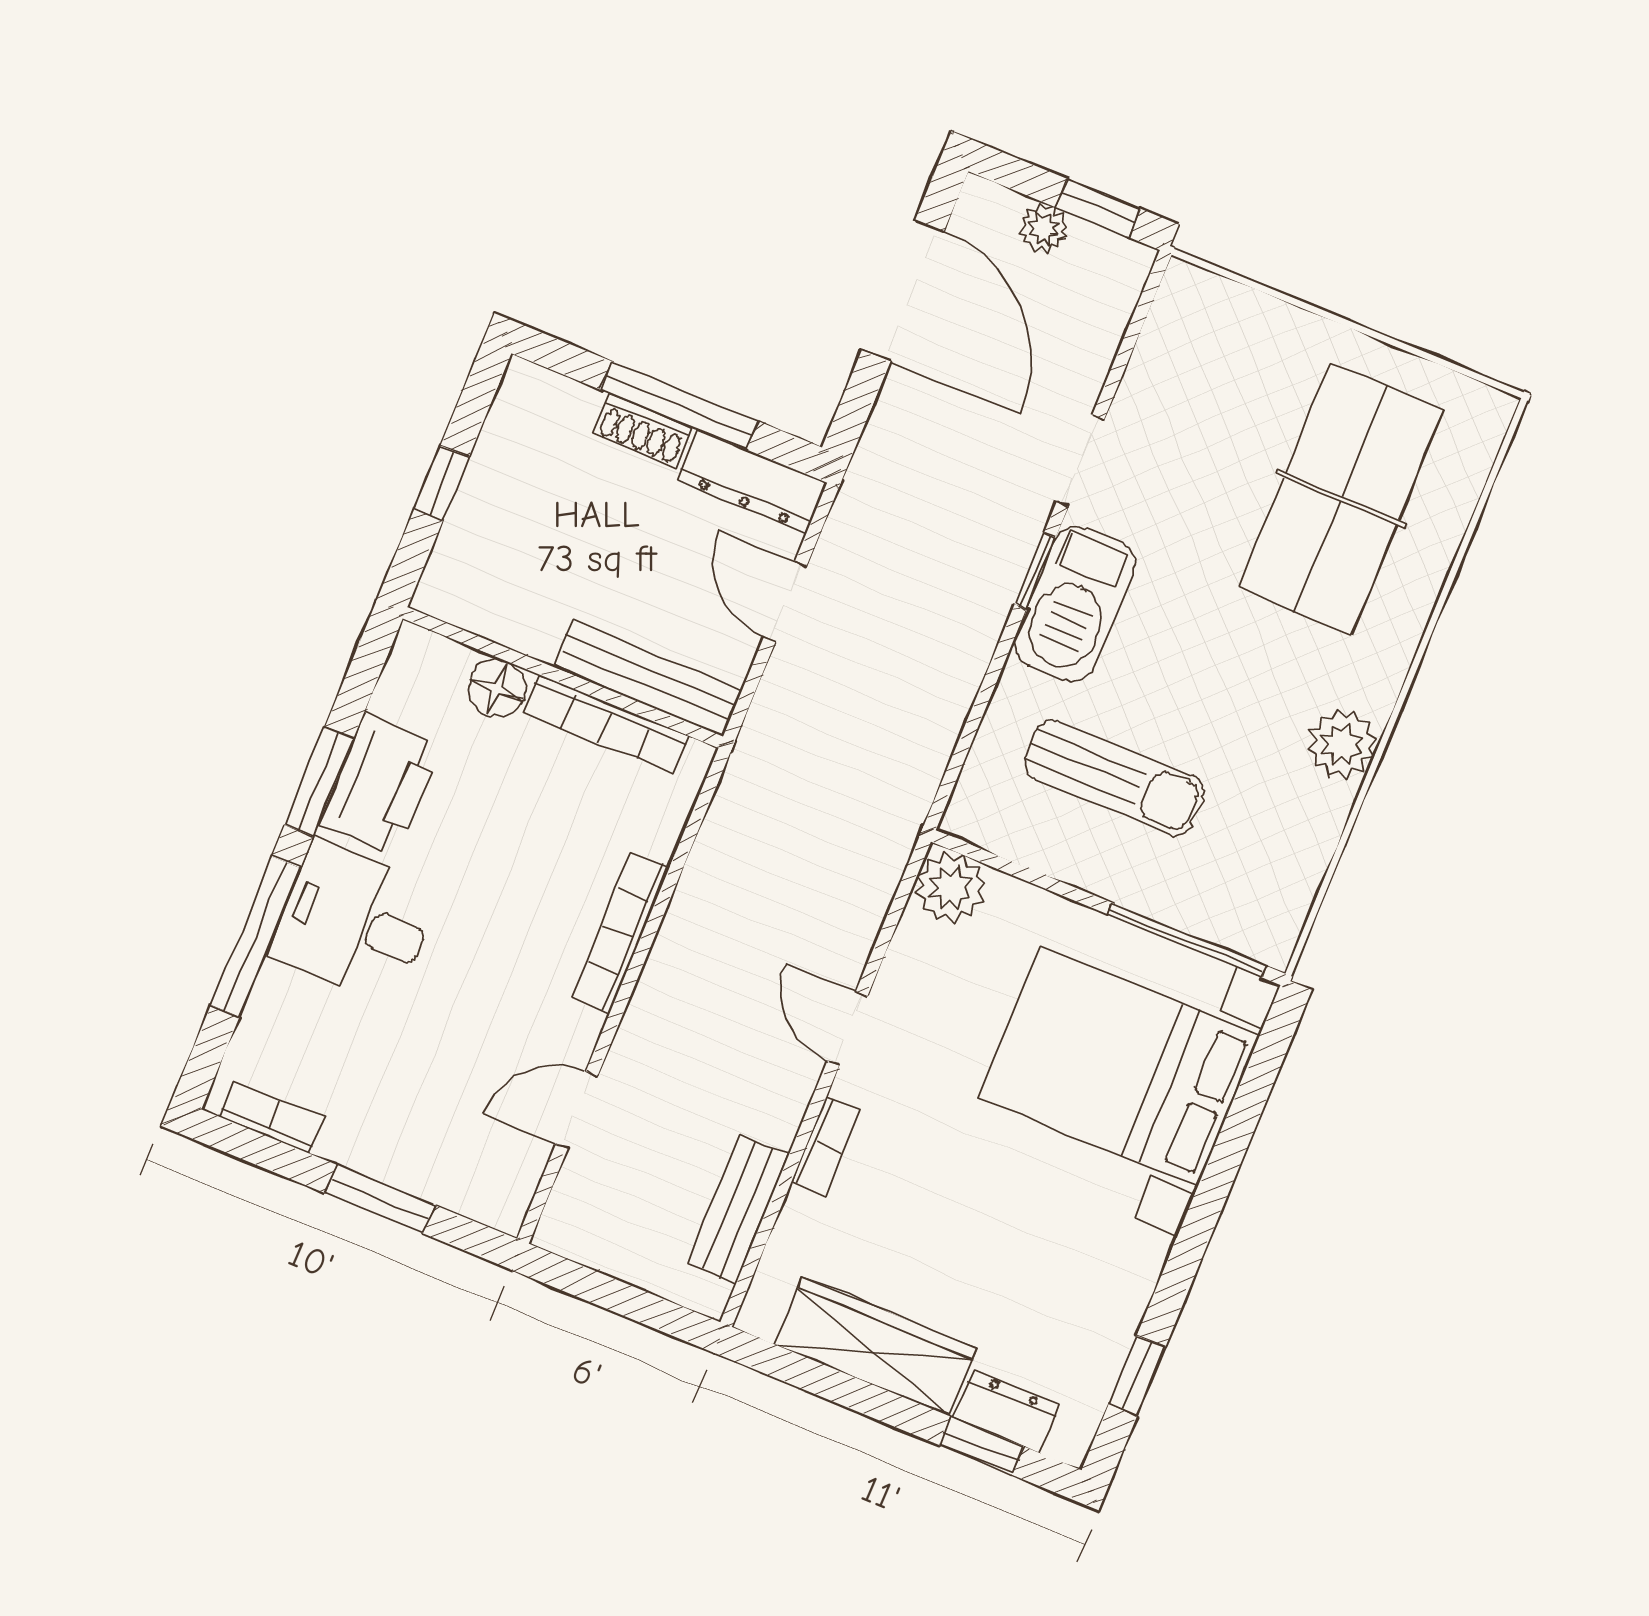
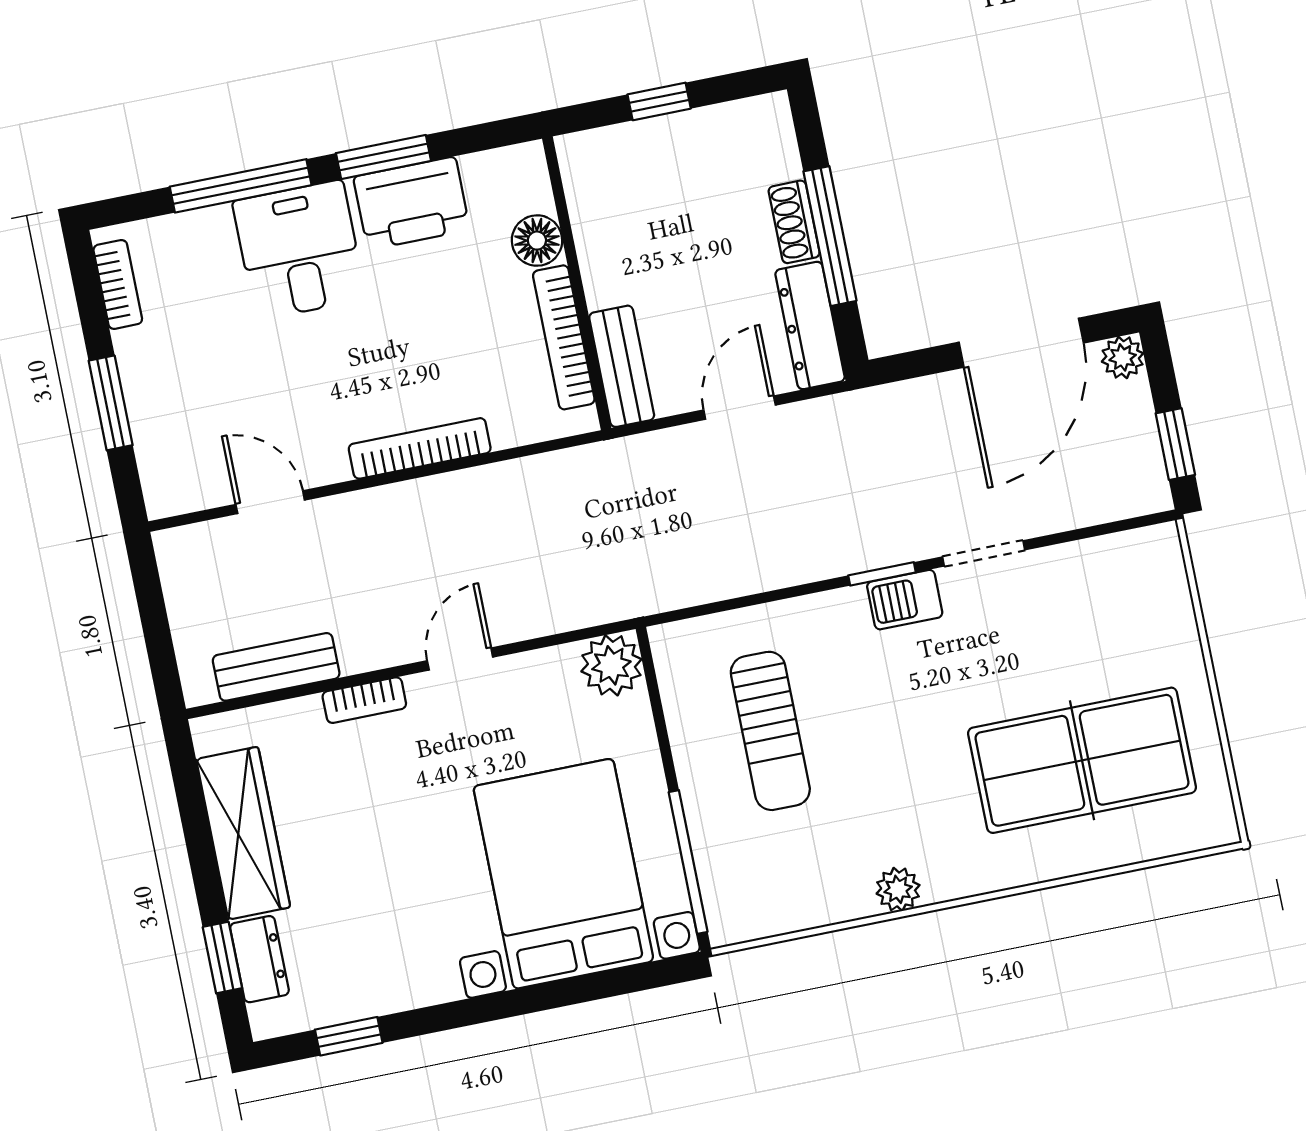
plant: (1043, 228) -> (1123, 357), moved
barbecue: (1075, 604) -> (905, 600), width x0.53, depth x0.65
bench: (648, 678) -> (622, 366), width x0.73
plant: (1342, 744) -> (898, 889), width x0.73, depth x0.73

